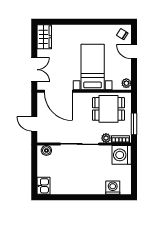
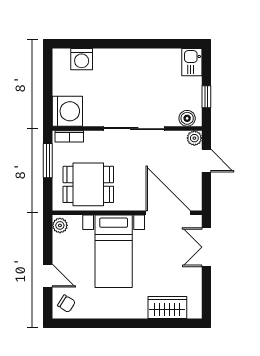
wardrobe: (44, 37) -> (167, 308), moved, turned 90
plant: (106, 138) -> (194, 138), moved
window: (34, 164) -> (206, 97), added

